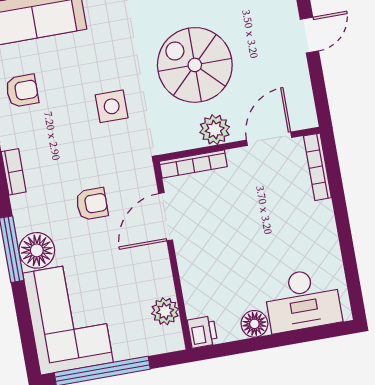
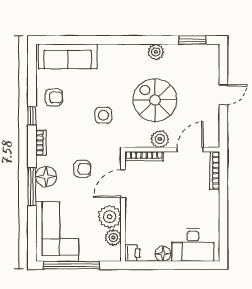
floor lamp: (37, 250) -> (46, 177), moved
plant: (153, 277) -> (110, 217), added

